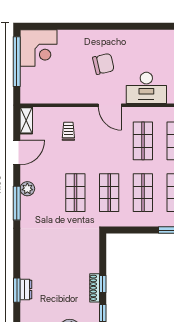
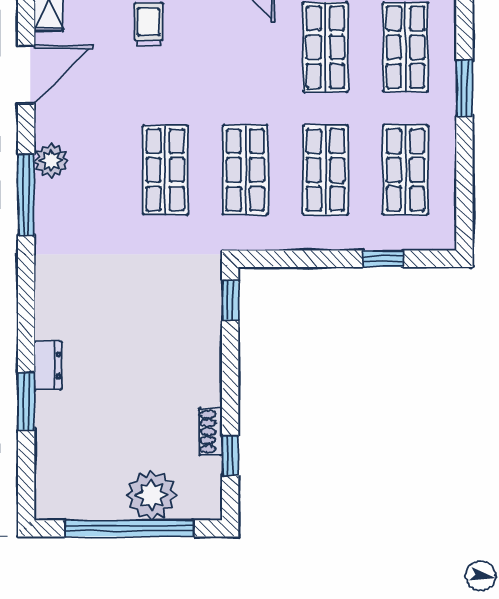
window: (103, 284) -> (230, 301), moved
shoe rack: (95, 288) -> (211, 432), moved, width x0.70
dresser: (26, 290) -> (48, 365), moved

